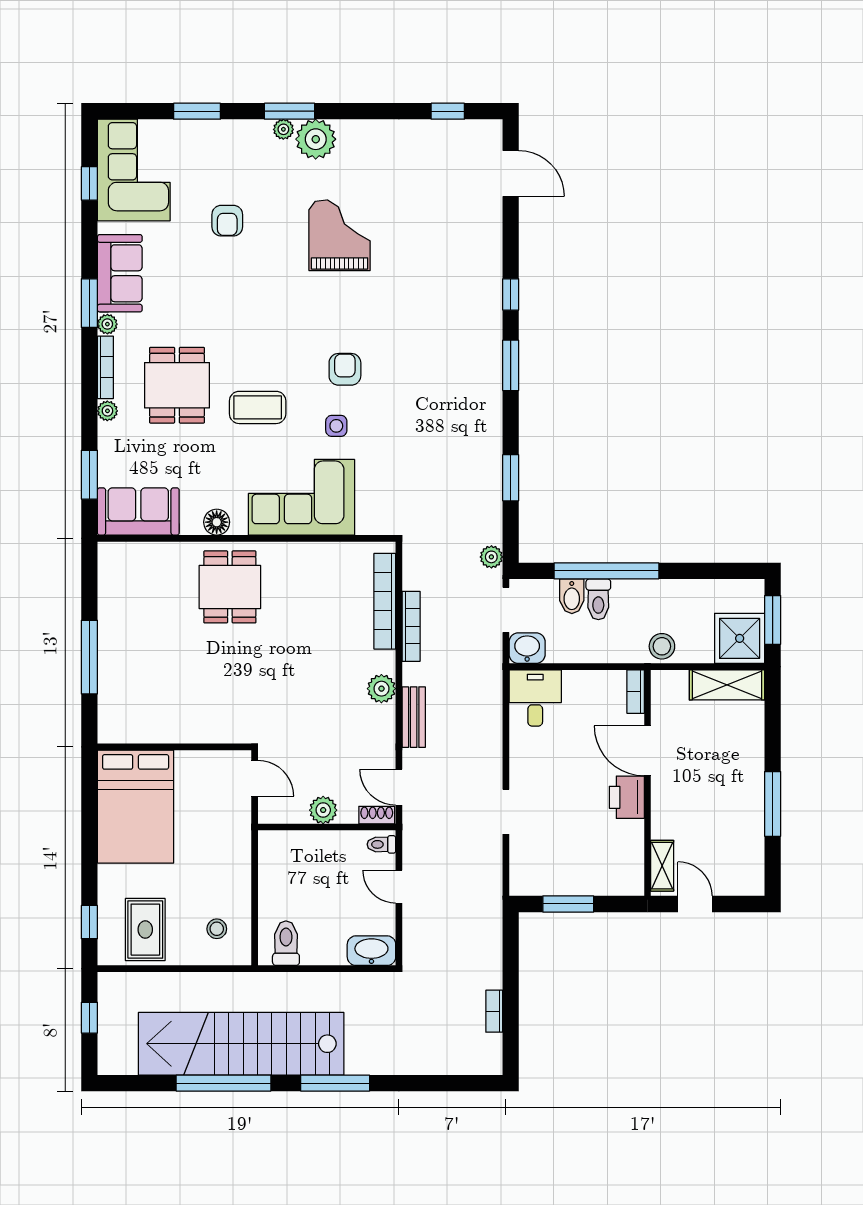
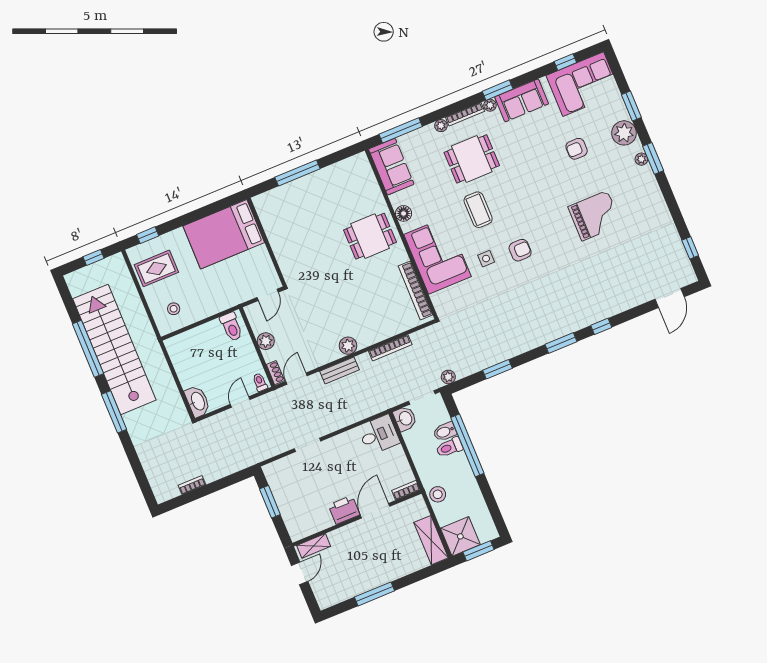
plant: (316, 139) -> (624, 133), moved
window: (89, 475) -> (401, 130), width x1.44
bookcase: (385, 601) -> (415, 290), moved, turned -90
toilet: (286, 943) -> (231, 327), moved, turned 90

